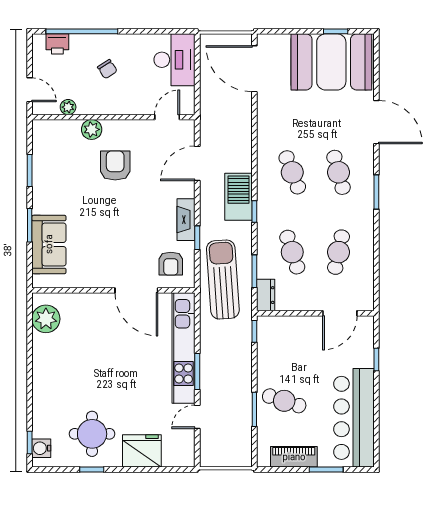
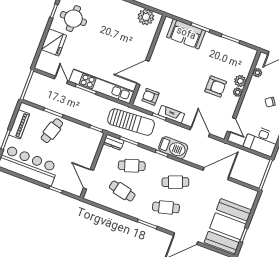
door: (254, 69) -> (216, 174), moved
plant: (111, 127) -> (238, 92), added

